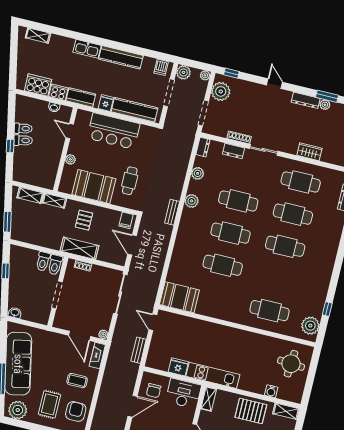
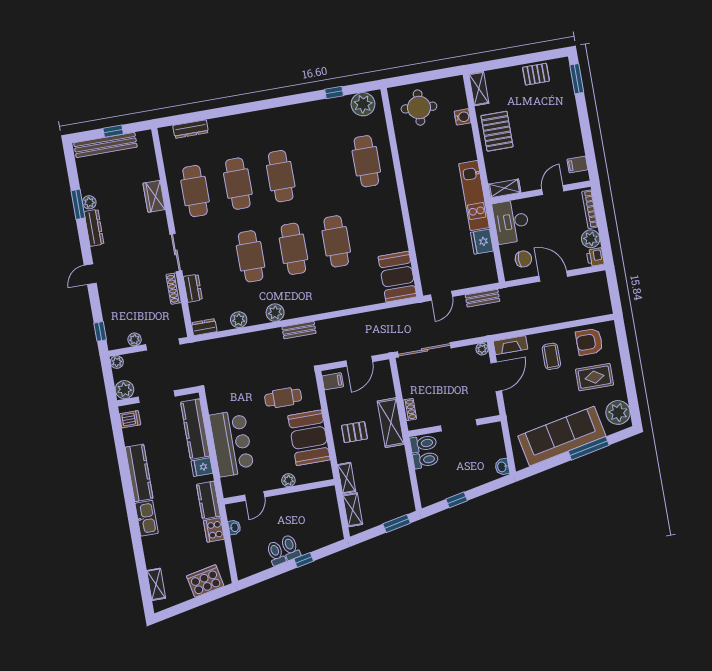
cooker: (38, 85) -> (205, 581), moved, turned 78
plant: (221, 91) -> (135, 339), width x0.53, depth x0.53

